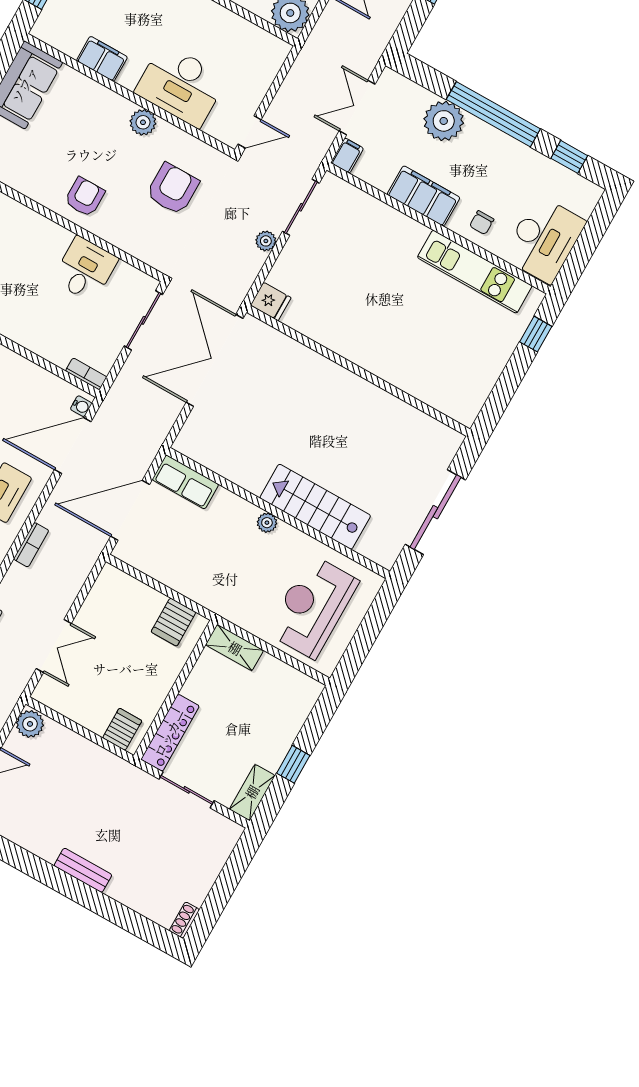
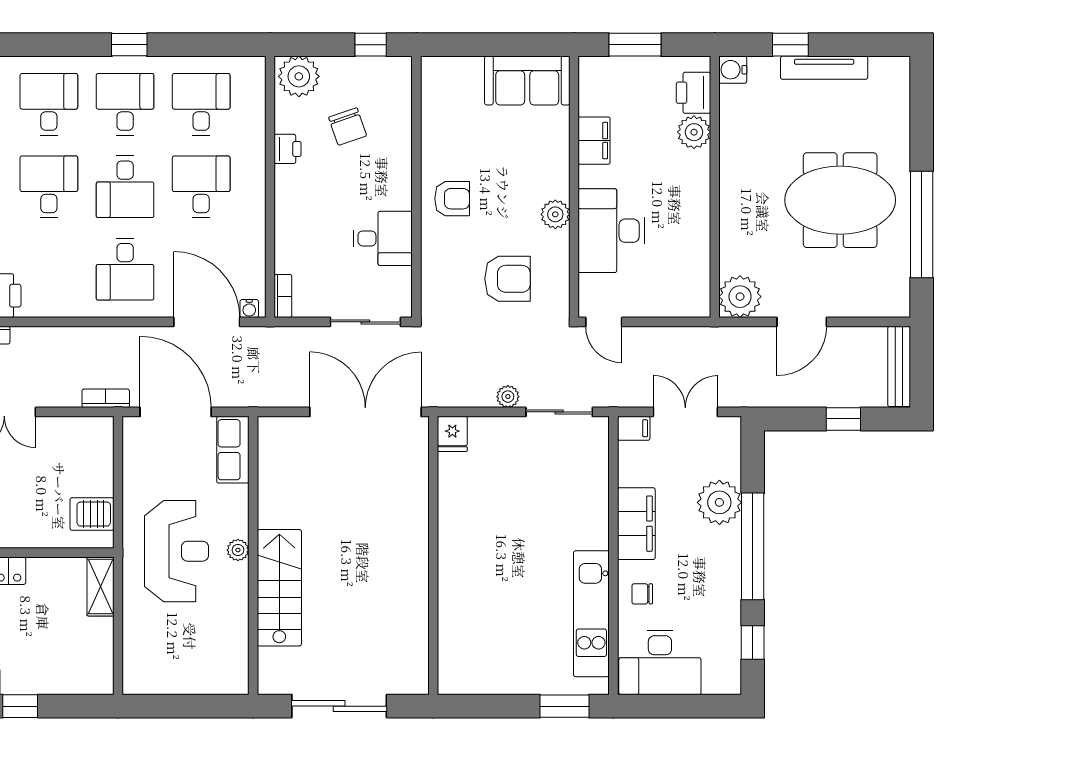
window: (536, 334) -> (564, 706), width x1.50
bookcase: (31, 545) -> (106, 398), moved, turned 180
reception desk: (313, 607) -> (176, 551), moved, turned 90

